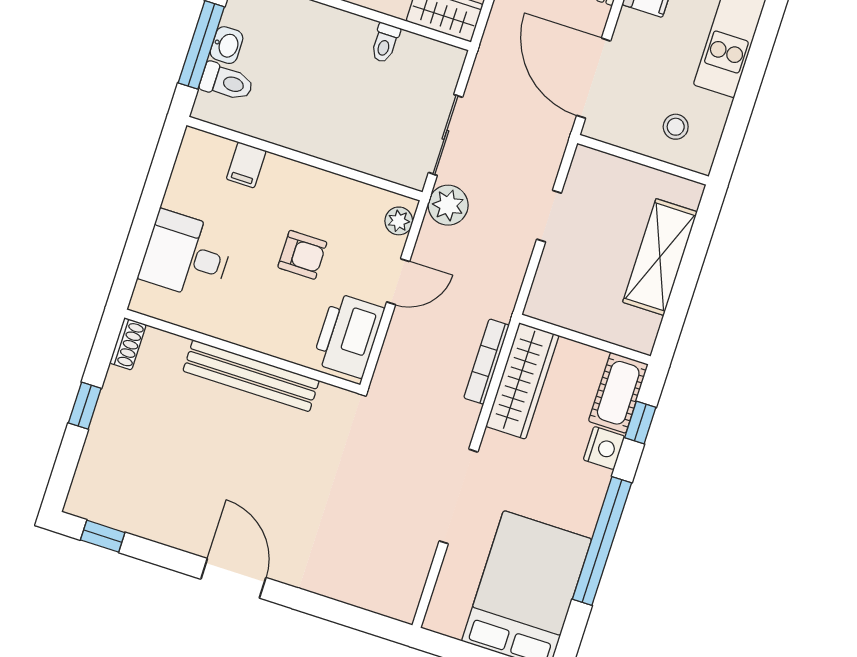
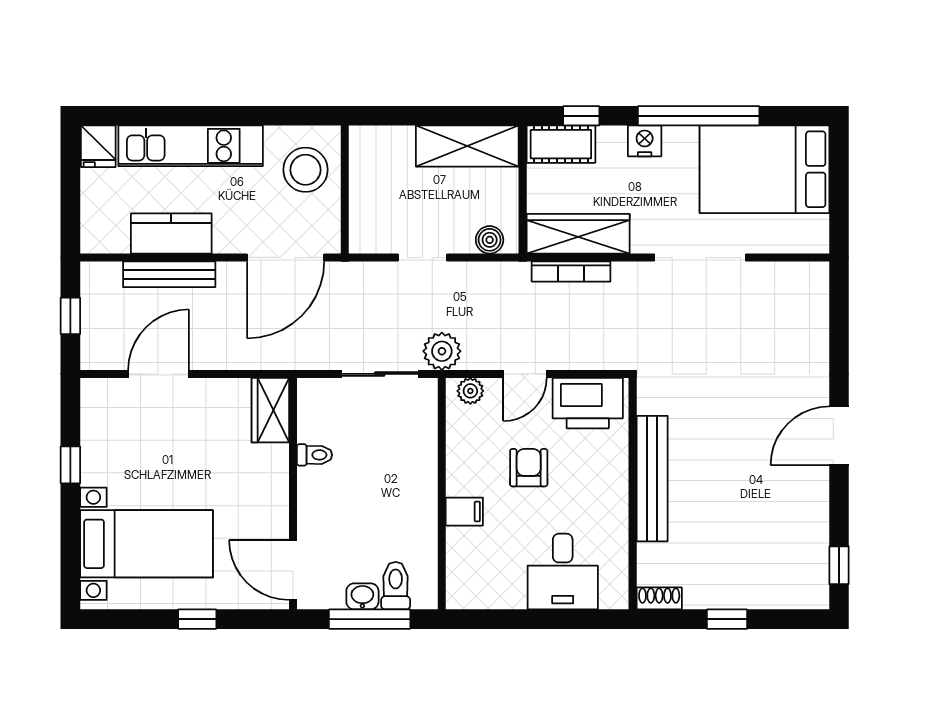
stool: (676, 127) -> (305, 170), width x1.89, depth x1.89
filing cabinet: (246, 165) -> (464, 512), moved
shelving: (660, 257) -> (467, 146), moved
door: (398, 282) -> (525, 374), swing flipped
boiler: (545, 290) -> (490, 240), added
nightstand: (604, 448) -> (645, 141), moved

